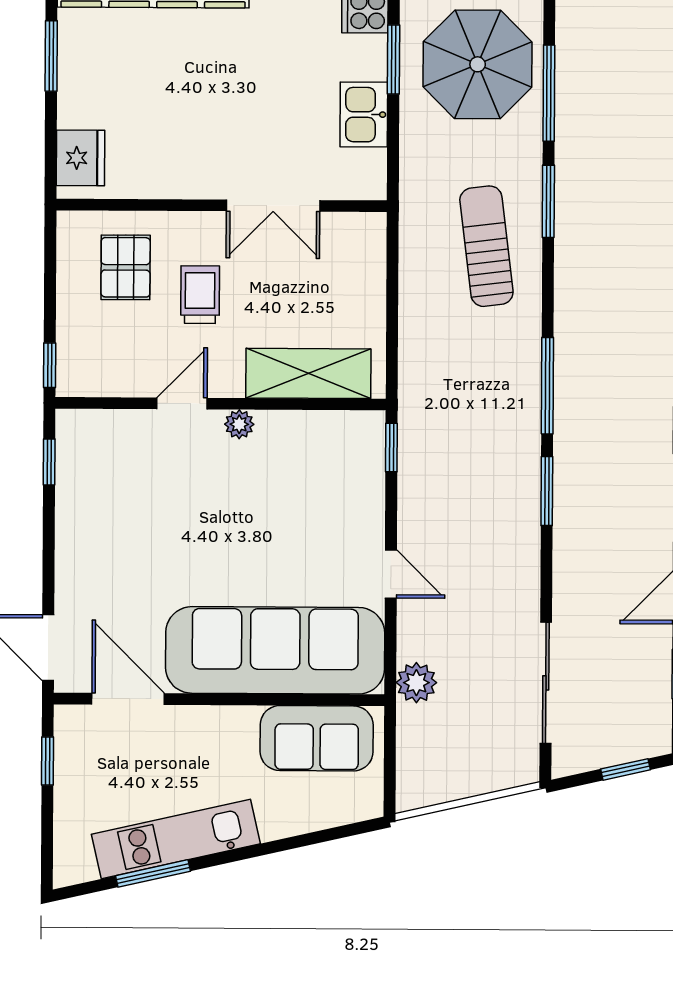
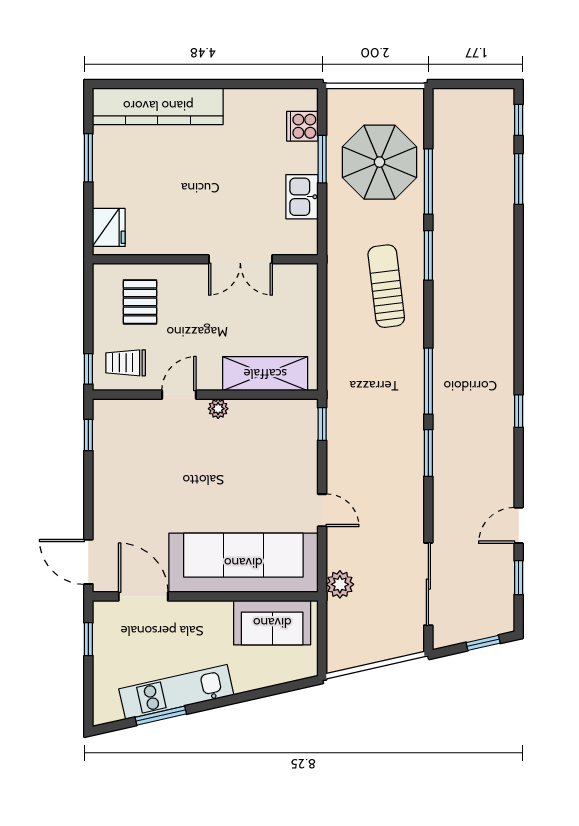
trolley: (200, 295) -> (126, 363), moved, turned -90

